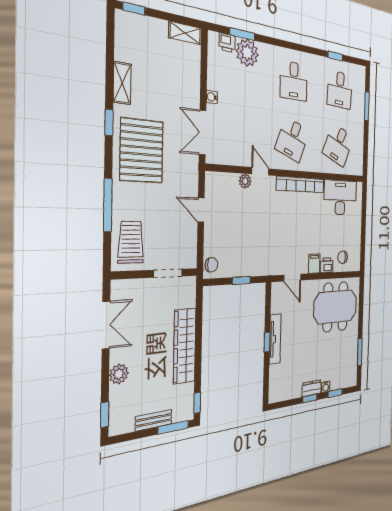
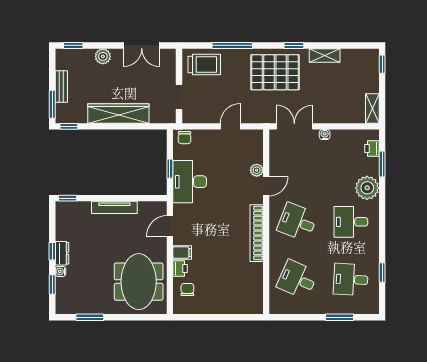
plant: (247, 53) -> (367, 188), moved
desk: (340, 198) -> (190, 182), moved, turned 180
window: (267, 342) -> (68, 198), moved

